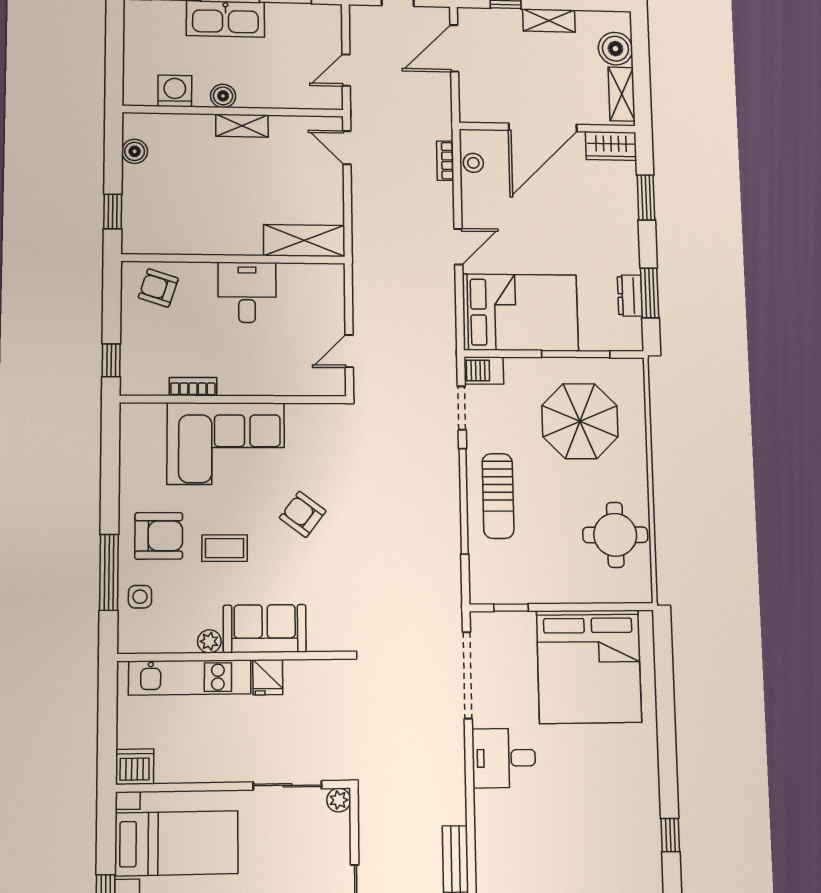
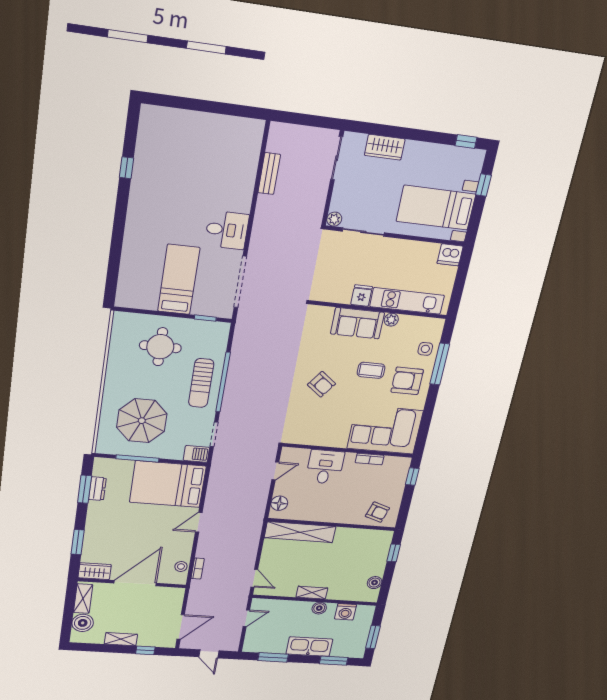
window: (114, 43) -> (373, 637), added
shelving: (304, 241) -> (300, 532), width x1.47
desk: (247, 292) -> (325, 467), moved, turned 180
floor lamp: (331, 292) -> (279, 503), added
corner sofa: (226, 443) -> (385, 430), moved
sun lounger: (498, 496) -> (201, 383), turned 180
round table: (615, 535) -> (160, 347), moved
bed: (589, 667) -> (179, 280), width x0.49

